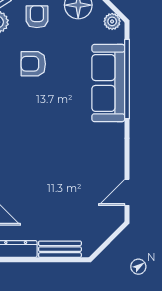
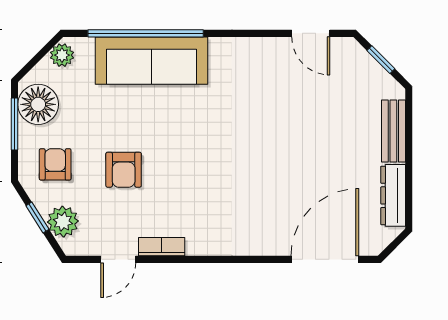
armchair: (37, 17) -> (55, 164), turned 90
window: (109, 241) -> (381, 60), added

